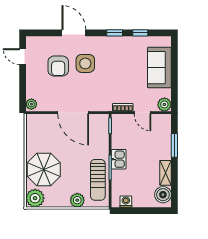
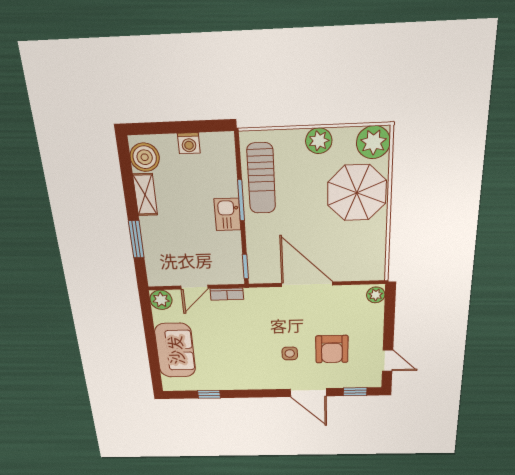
window: (115, 33) -> (355, 392), moved
side table: (85, 63) -> (290, 353), width x0.54, depth x0.54
armchair: (58, 66) -> (332, 349), turned 180
door: (143, 113) -> (194, 287), swing flipped
sun lounger: (98, 180) -> (261, 179), turned 180
plant: (77, 200) -> (319, 141), moved
washing machine: (126, 202) -> (189, 143), moved

